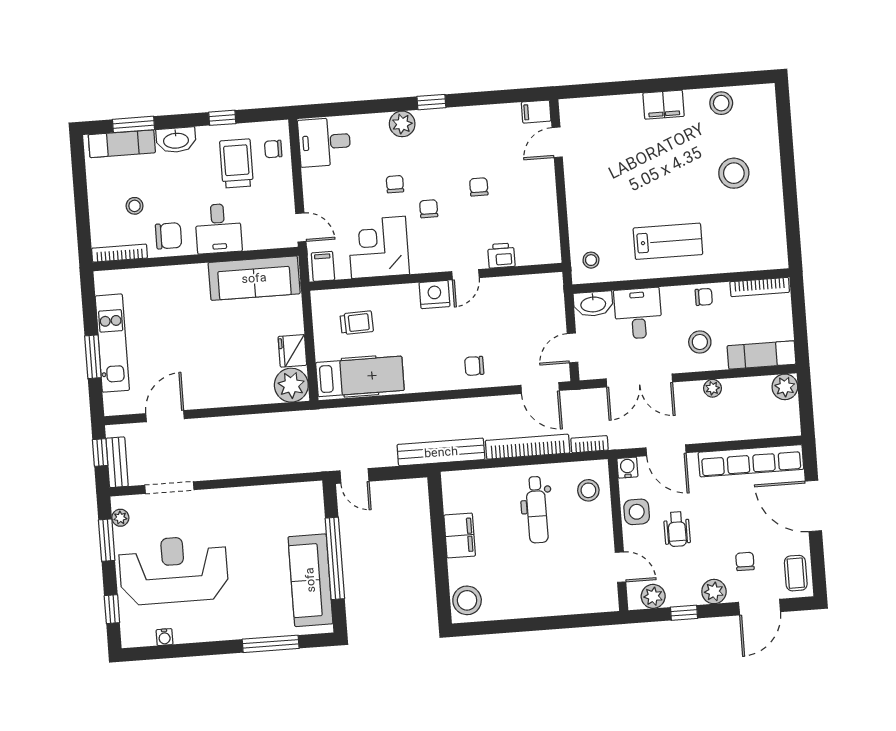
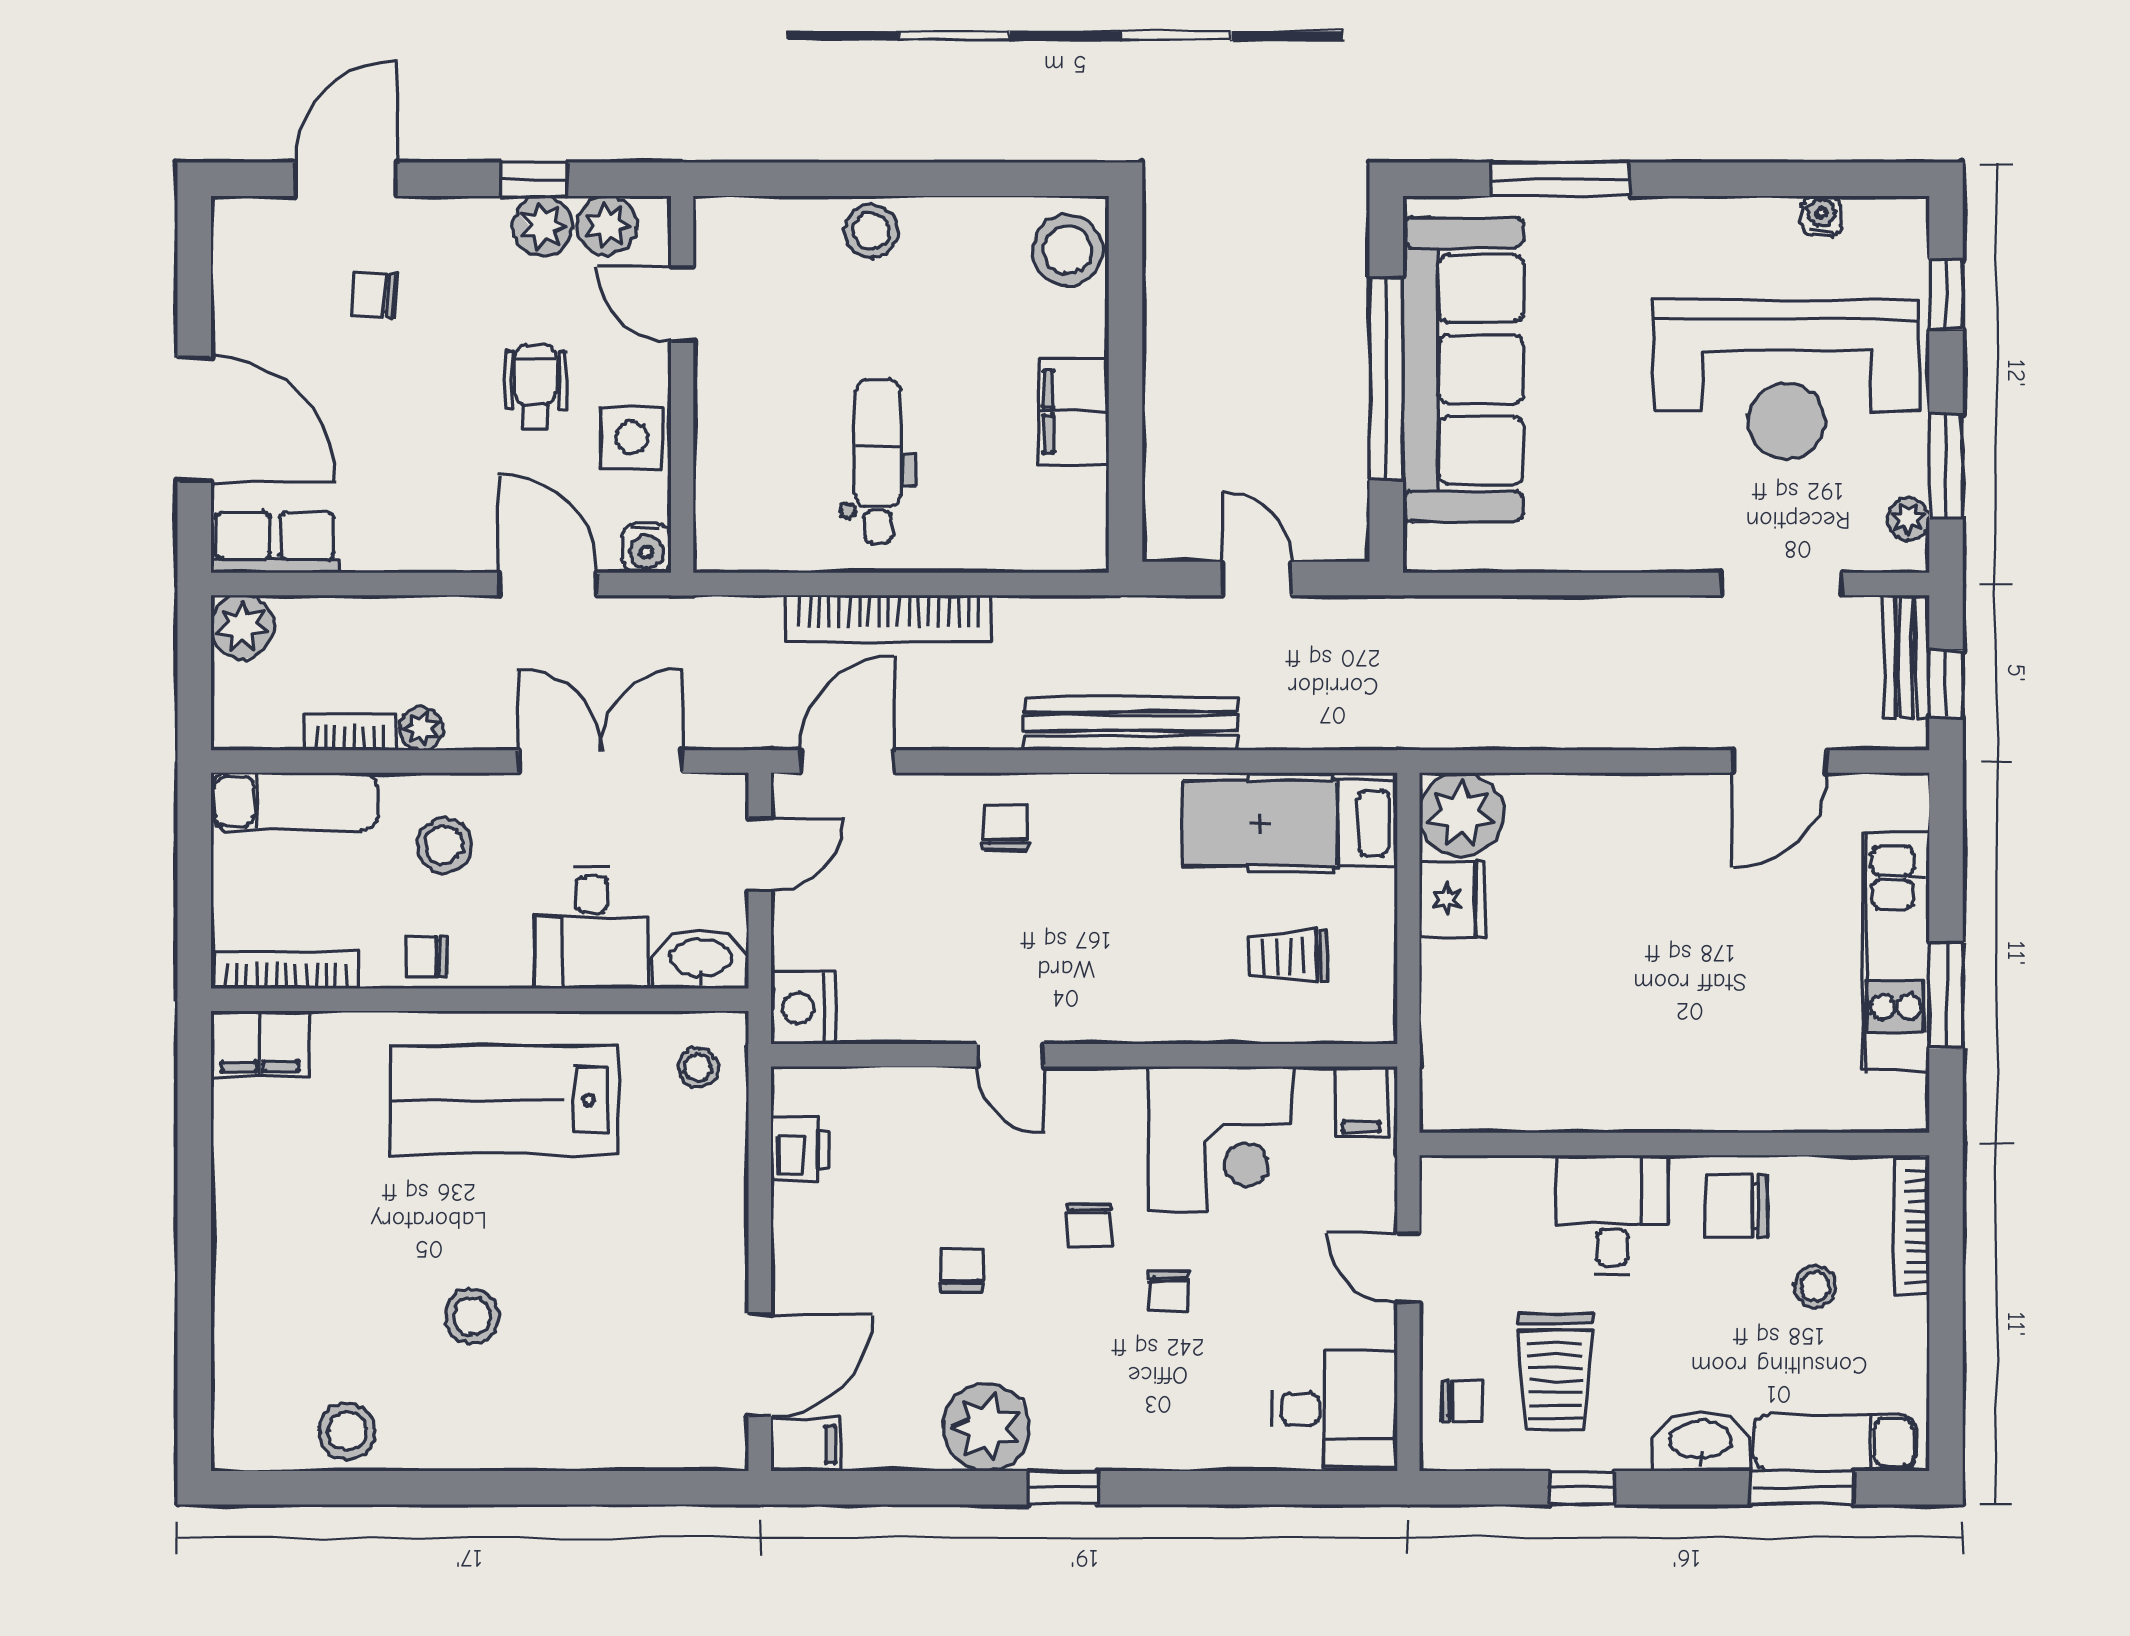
filing cabinet: (664, 105) -> (260, 1044), moved, turned 180
plant: (402, 124) -> (987, 1428), moved, width x1.36, depth x1.36
door: (557, 142) -> (760, 1365), width x1.38
stool: (734, 173) -> (472, 1316), moved, width x0.73, depth x0.73
chair: (479, 187) -> (961, 1269), turned 180
door: (301, 227) -> (1408, 1268), moved
lab bench: (668, 241) -> (504, 1100), width x1.36, depth x1.39
bookcase: (120, 253) -> (1912, 1227), moved, turned 90
printer: (501, 256) -> (800, 1149), moved, turned -90
door: (465, 275) -> (1011, 1055), swing flipped
sofa: (254, 278) -> (1533, 1086), removed
nightstand: (435, 295) -> (803, 1008), moved, turned 90
window: (93, 357) -> (1946, 995), moved
chair: (474, 366) -> (1006, 828), turned -90
plant: (785, 387) -> (243, 627), moved
door: (540, 388) -> (847, 761), hinge flipped
bookcase: (589, 444) -> (350, 732), moved, turned 180
bench: (441, 452) -> (1130, 724), moved
row of seats: (751, 461) -> (275, 542), width x0.50
door: (354, 476) -> (1257, 578), moved
stool: (588, 490) -> (871, 231), moved
chair: (745, 561) -> (374, 295), turned 95
coffee table: (796, 573) -> (250, 257), removed
sofa: (310, 580) -> (1463, 369), width x1.36, depth x1.27
plant: (714, 592) -> (543, 226), moved

